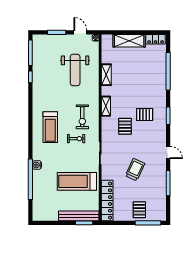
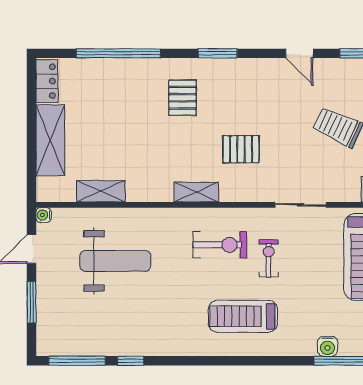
shelving: (106, 75) -> (101, 191), moved
pallet: (145, 114) -> (182, 98), moved
treadmill: (50, 127) -> (243, 316), turned 180
door: (168, 152) -> (299, 53), swing flipped

